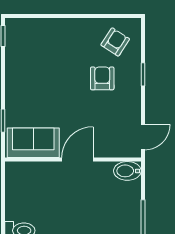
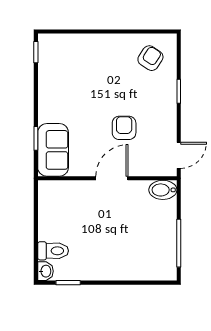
armchair: (102, 78) -> (124, 128), moved
sofa: (33, 143) -> (53, 150), moved, turned 90

